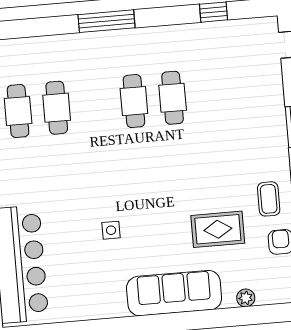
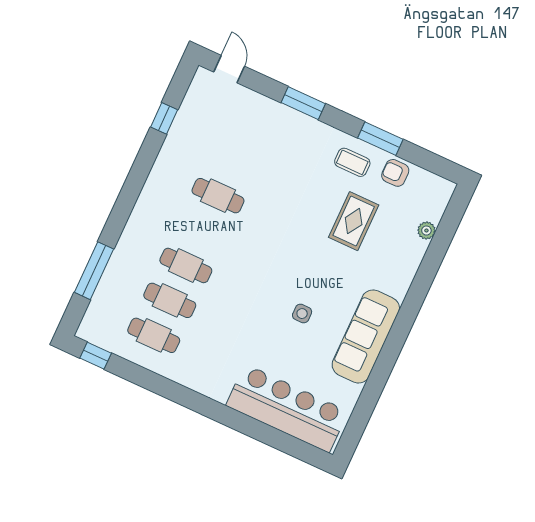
window: (107, 21) -> (94, 271), moved
cafe table: (134, 101) -> (186, 265), moved
sofa: (174, 293) -> (366, 337), moved

